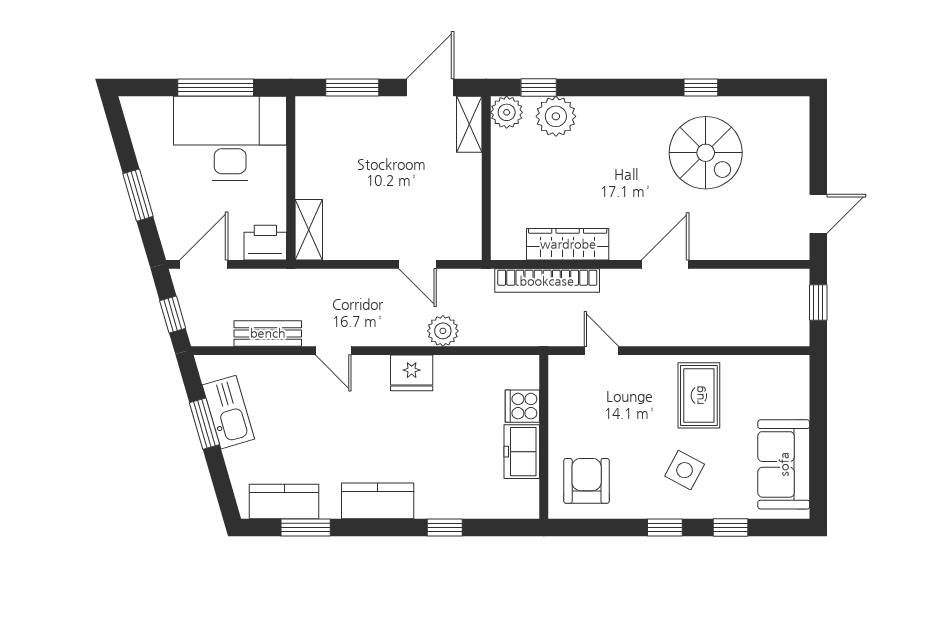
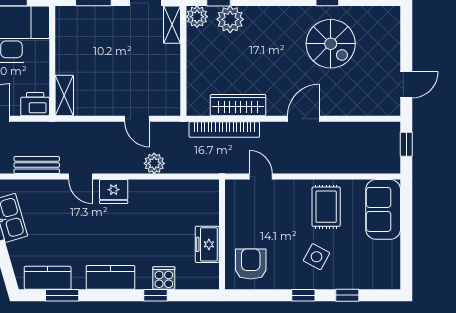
fridge: (412, 373) -> (114, 192), moved
cooker: (522, 406) -> (164, 278), moved, turned 90
sofa: (784, 464) -> (383, 209), moved

